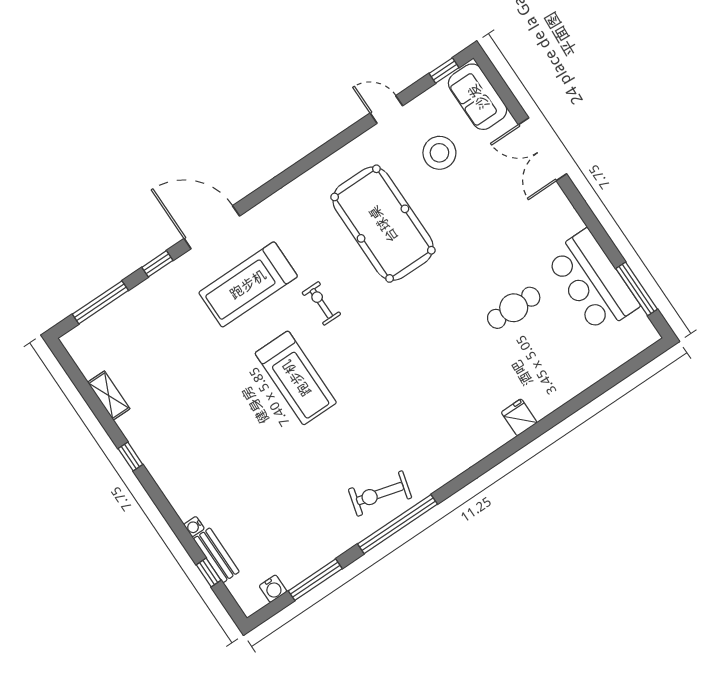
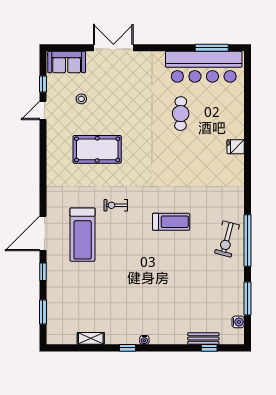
window: (444, 71) -> (43, 84), moved
double door: (542, 149) -> (113, 48), swing flipped
stool: (439, 153) -> (81, 99), width x0.53, depth x0.53
pool table: (383, 224) -> (97, 149), width x0.73, depth x0.76
bar counter: (592, 281) -> (204, 67), width x1.36
window: (100, 302) -> (43, 312), width x0.69
treadmill: (296, 378) -> (171, 222), moved, width x0.73, depth x0.73
water cooler: (194, 527) -> (144, 340), moved

